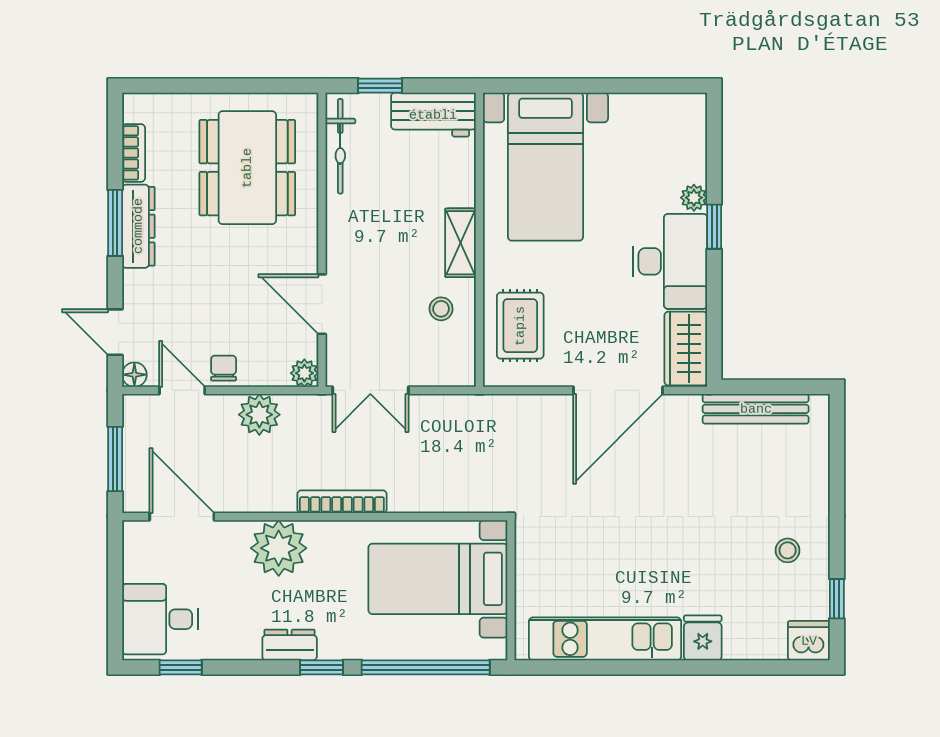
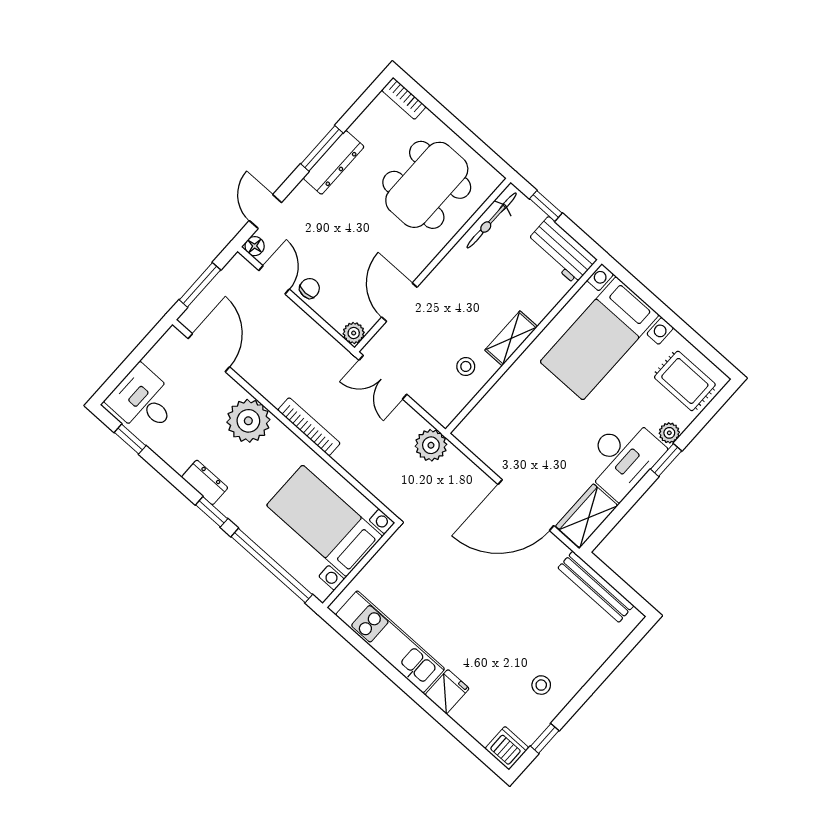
bookcase: (134, 153) -> (404, 98), moved, turned 90
rug: (520, 326) -> (685, 381), moved, turned 90
plant: (259, 415) -> (431, 445), moved

